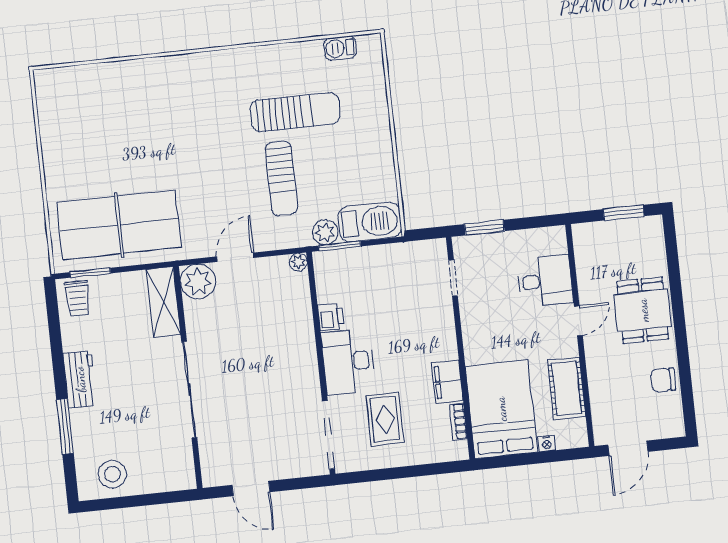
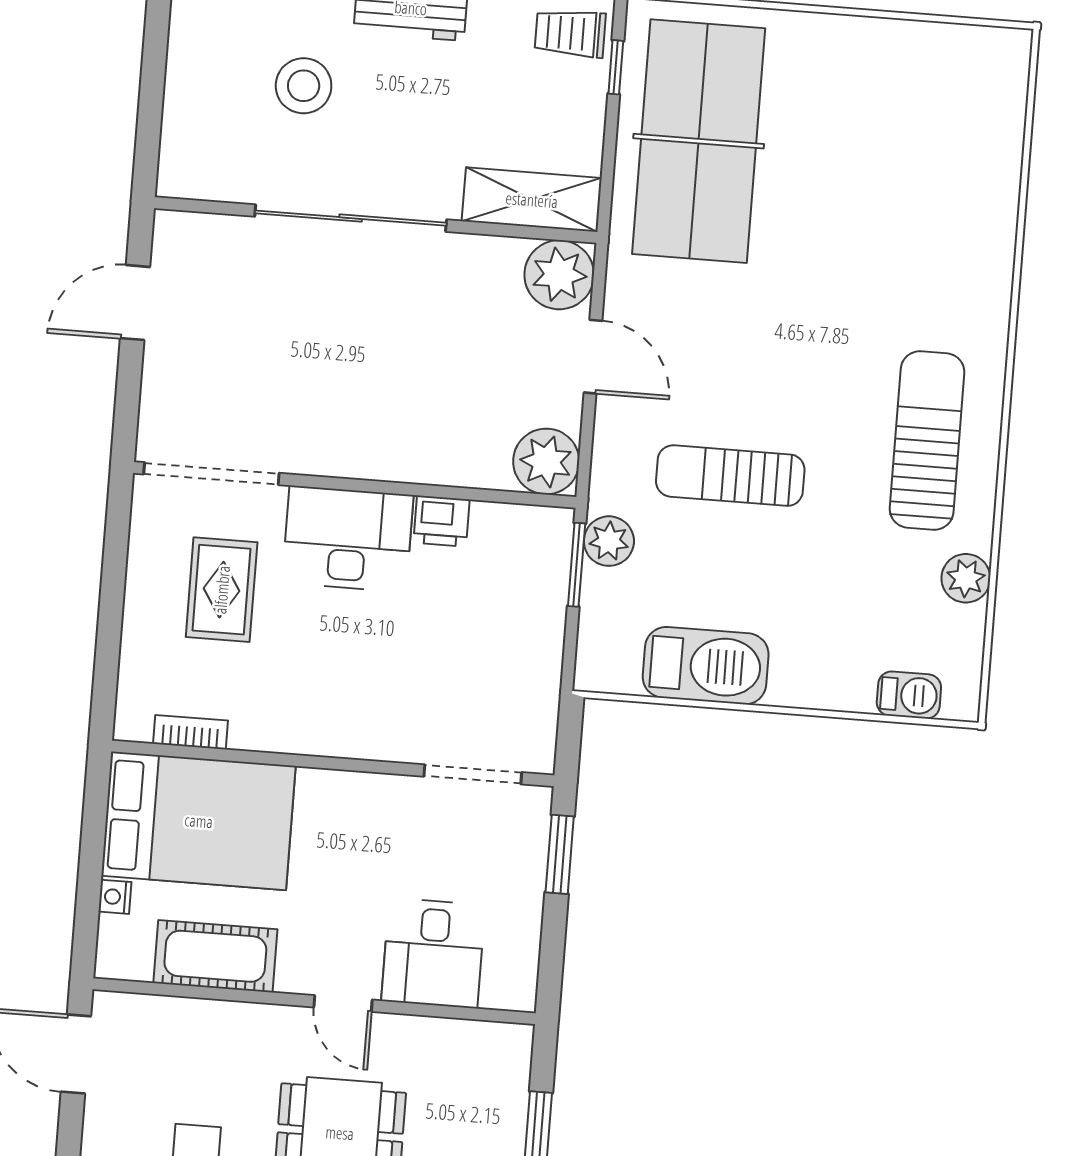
barbecue: (340, 48) -> (909, 695), moved, turned 90
plant: (310, 52) -> (966, 578), added
sun lounger: (295, 112) -> (927, 440), moved, turned 180
barbecue: (370, 222) -> (706, 666), moved, turned -90
plant: (298, 262) -> (546, 461), width x1.88, depth x1.88
window: (90, 273) -> (616, 67), width x0.67
doorway: (453, 278) -> (473, 774), width x1.38
filing cabinet: (447, 382) -> (272, 726), removed
rug: (385, 419) -> (222, 590), turned 90
stool: (112, 474) -> (304, 86), moved

